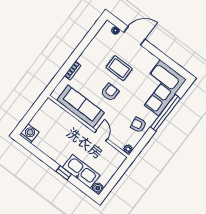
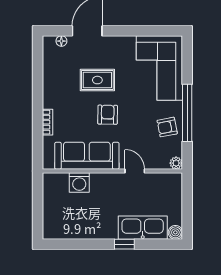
window: (166, 113) -> (187, 113), moved
washing machine: (29, 133) -> (79, 182), moved, turned 180

